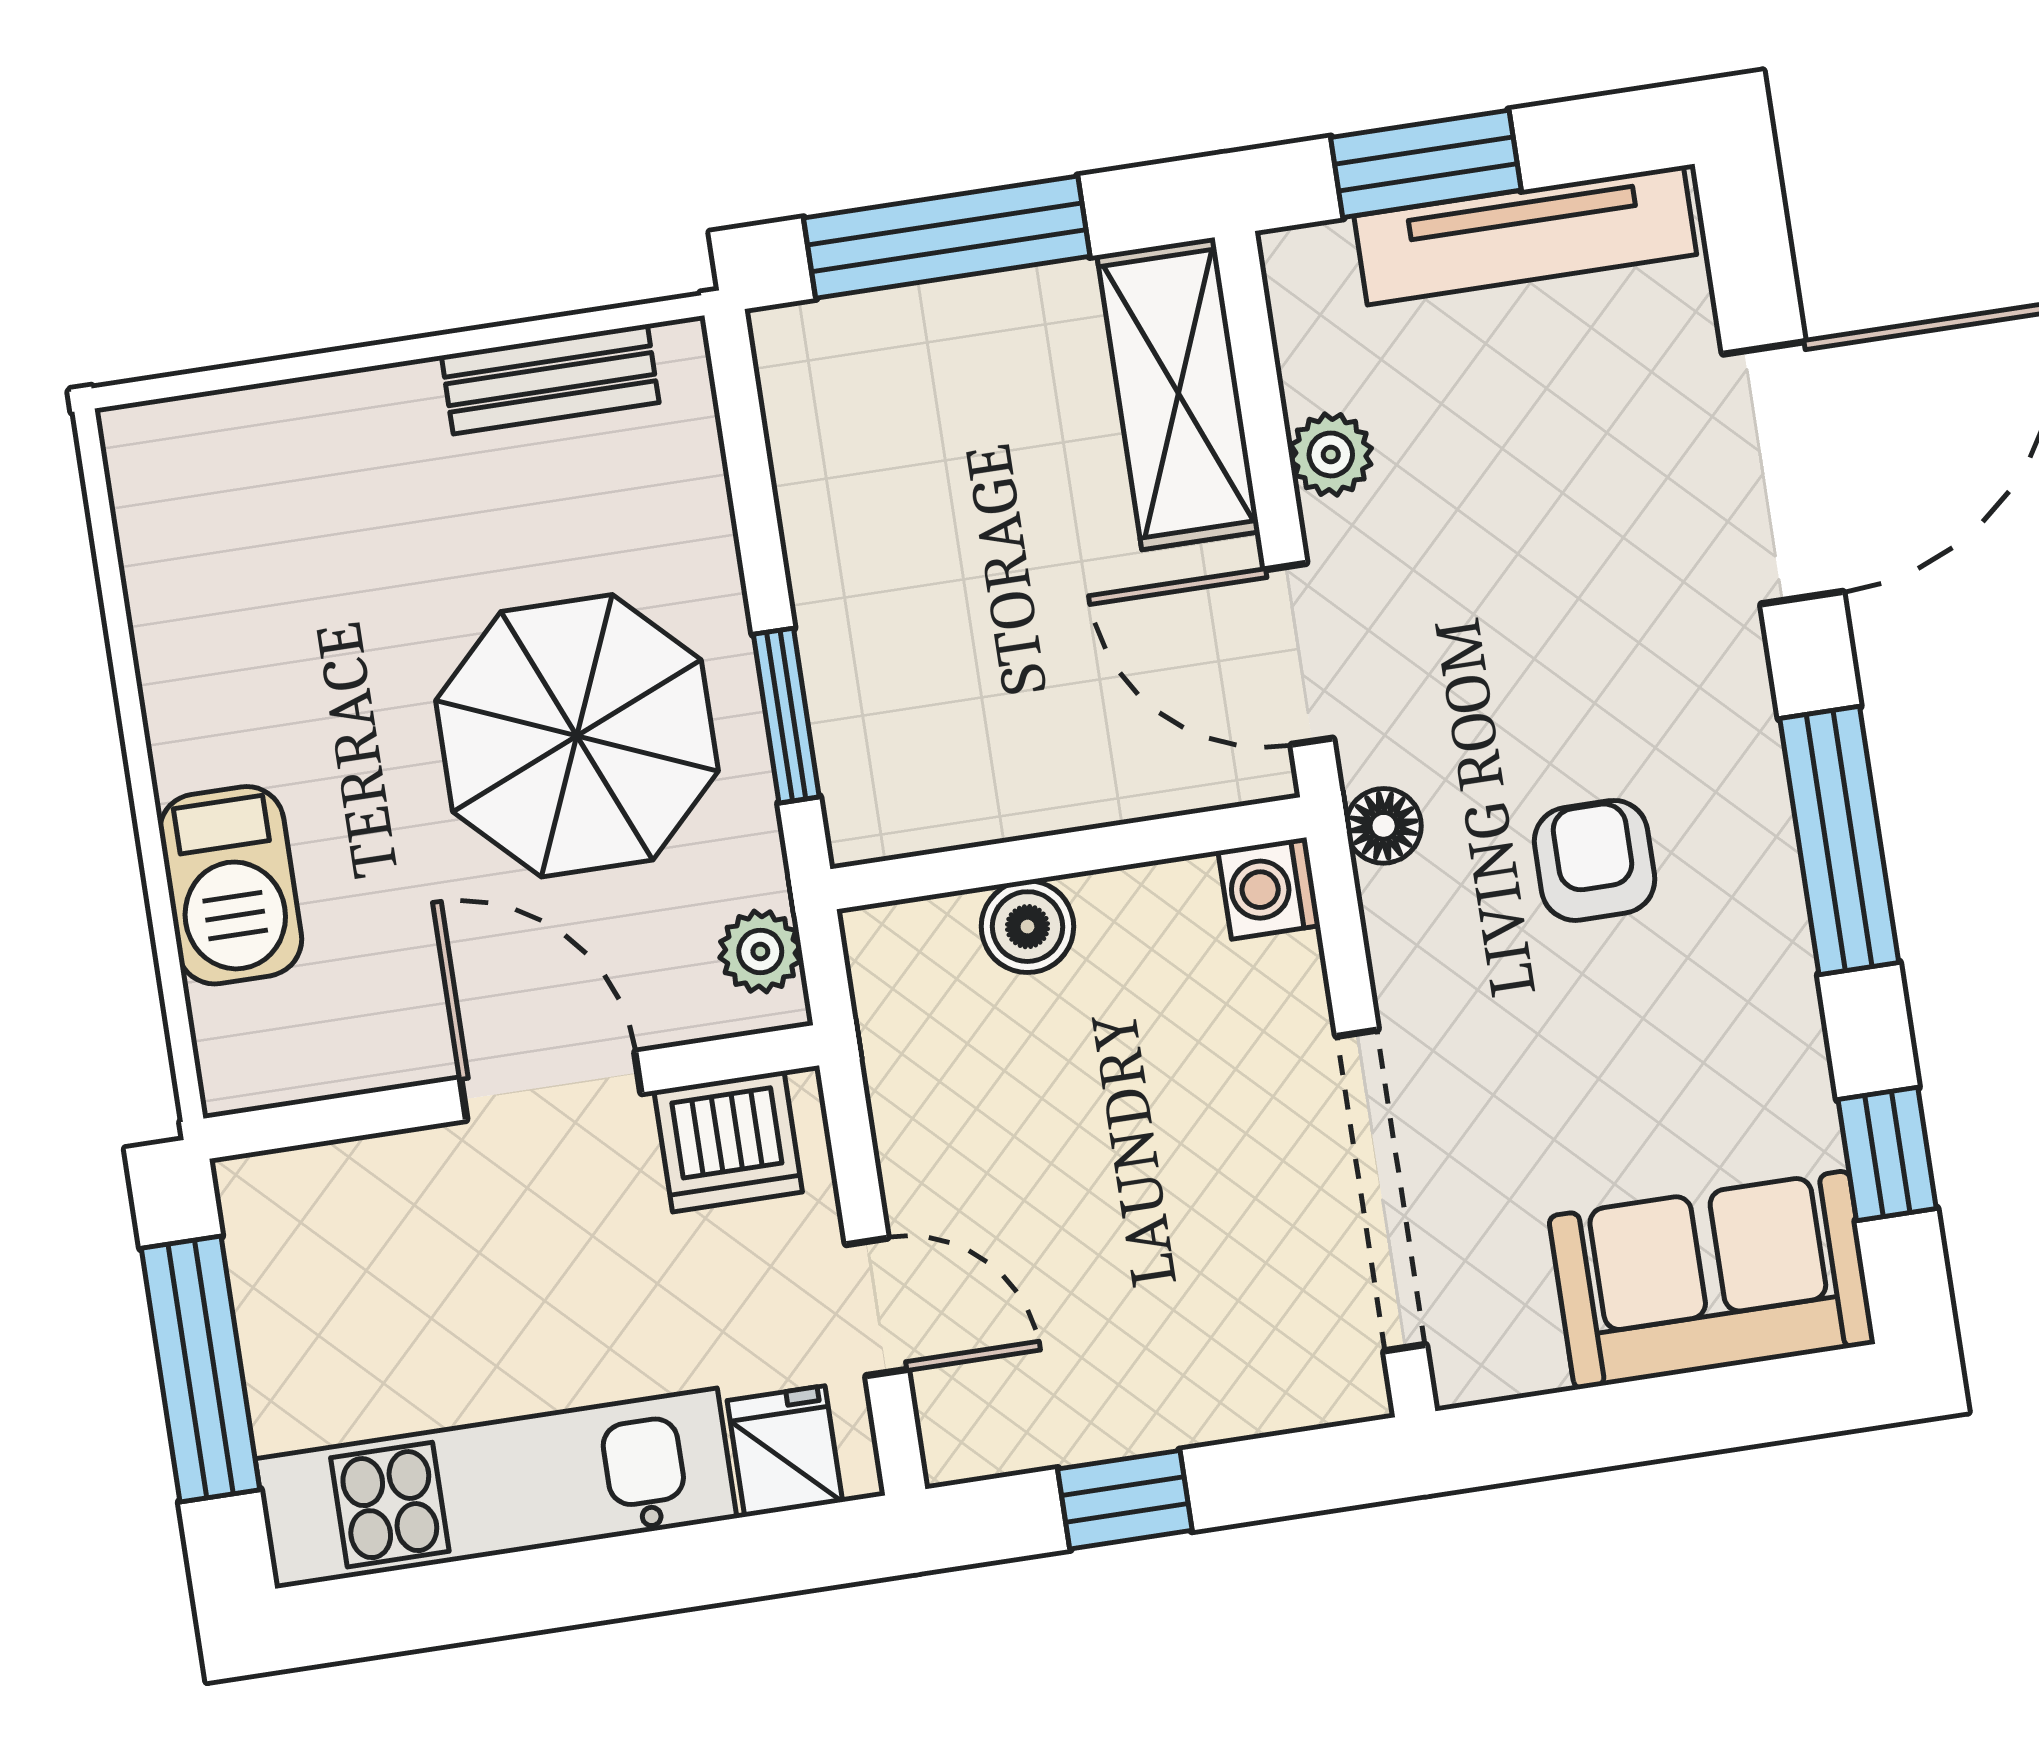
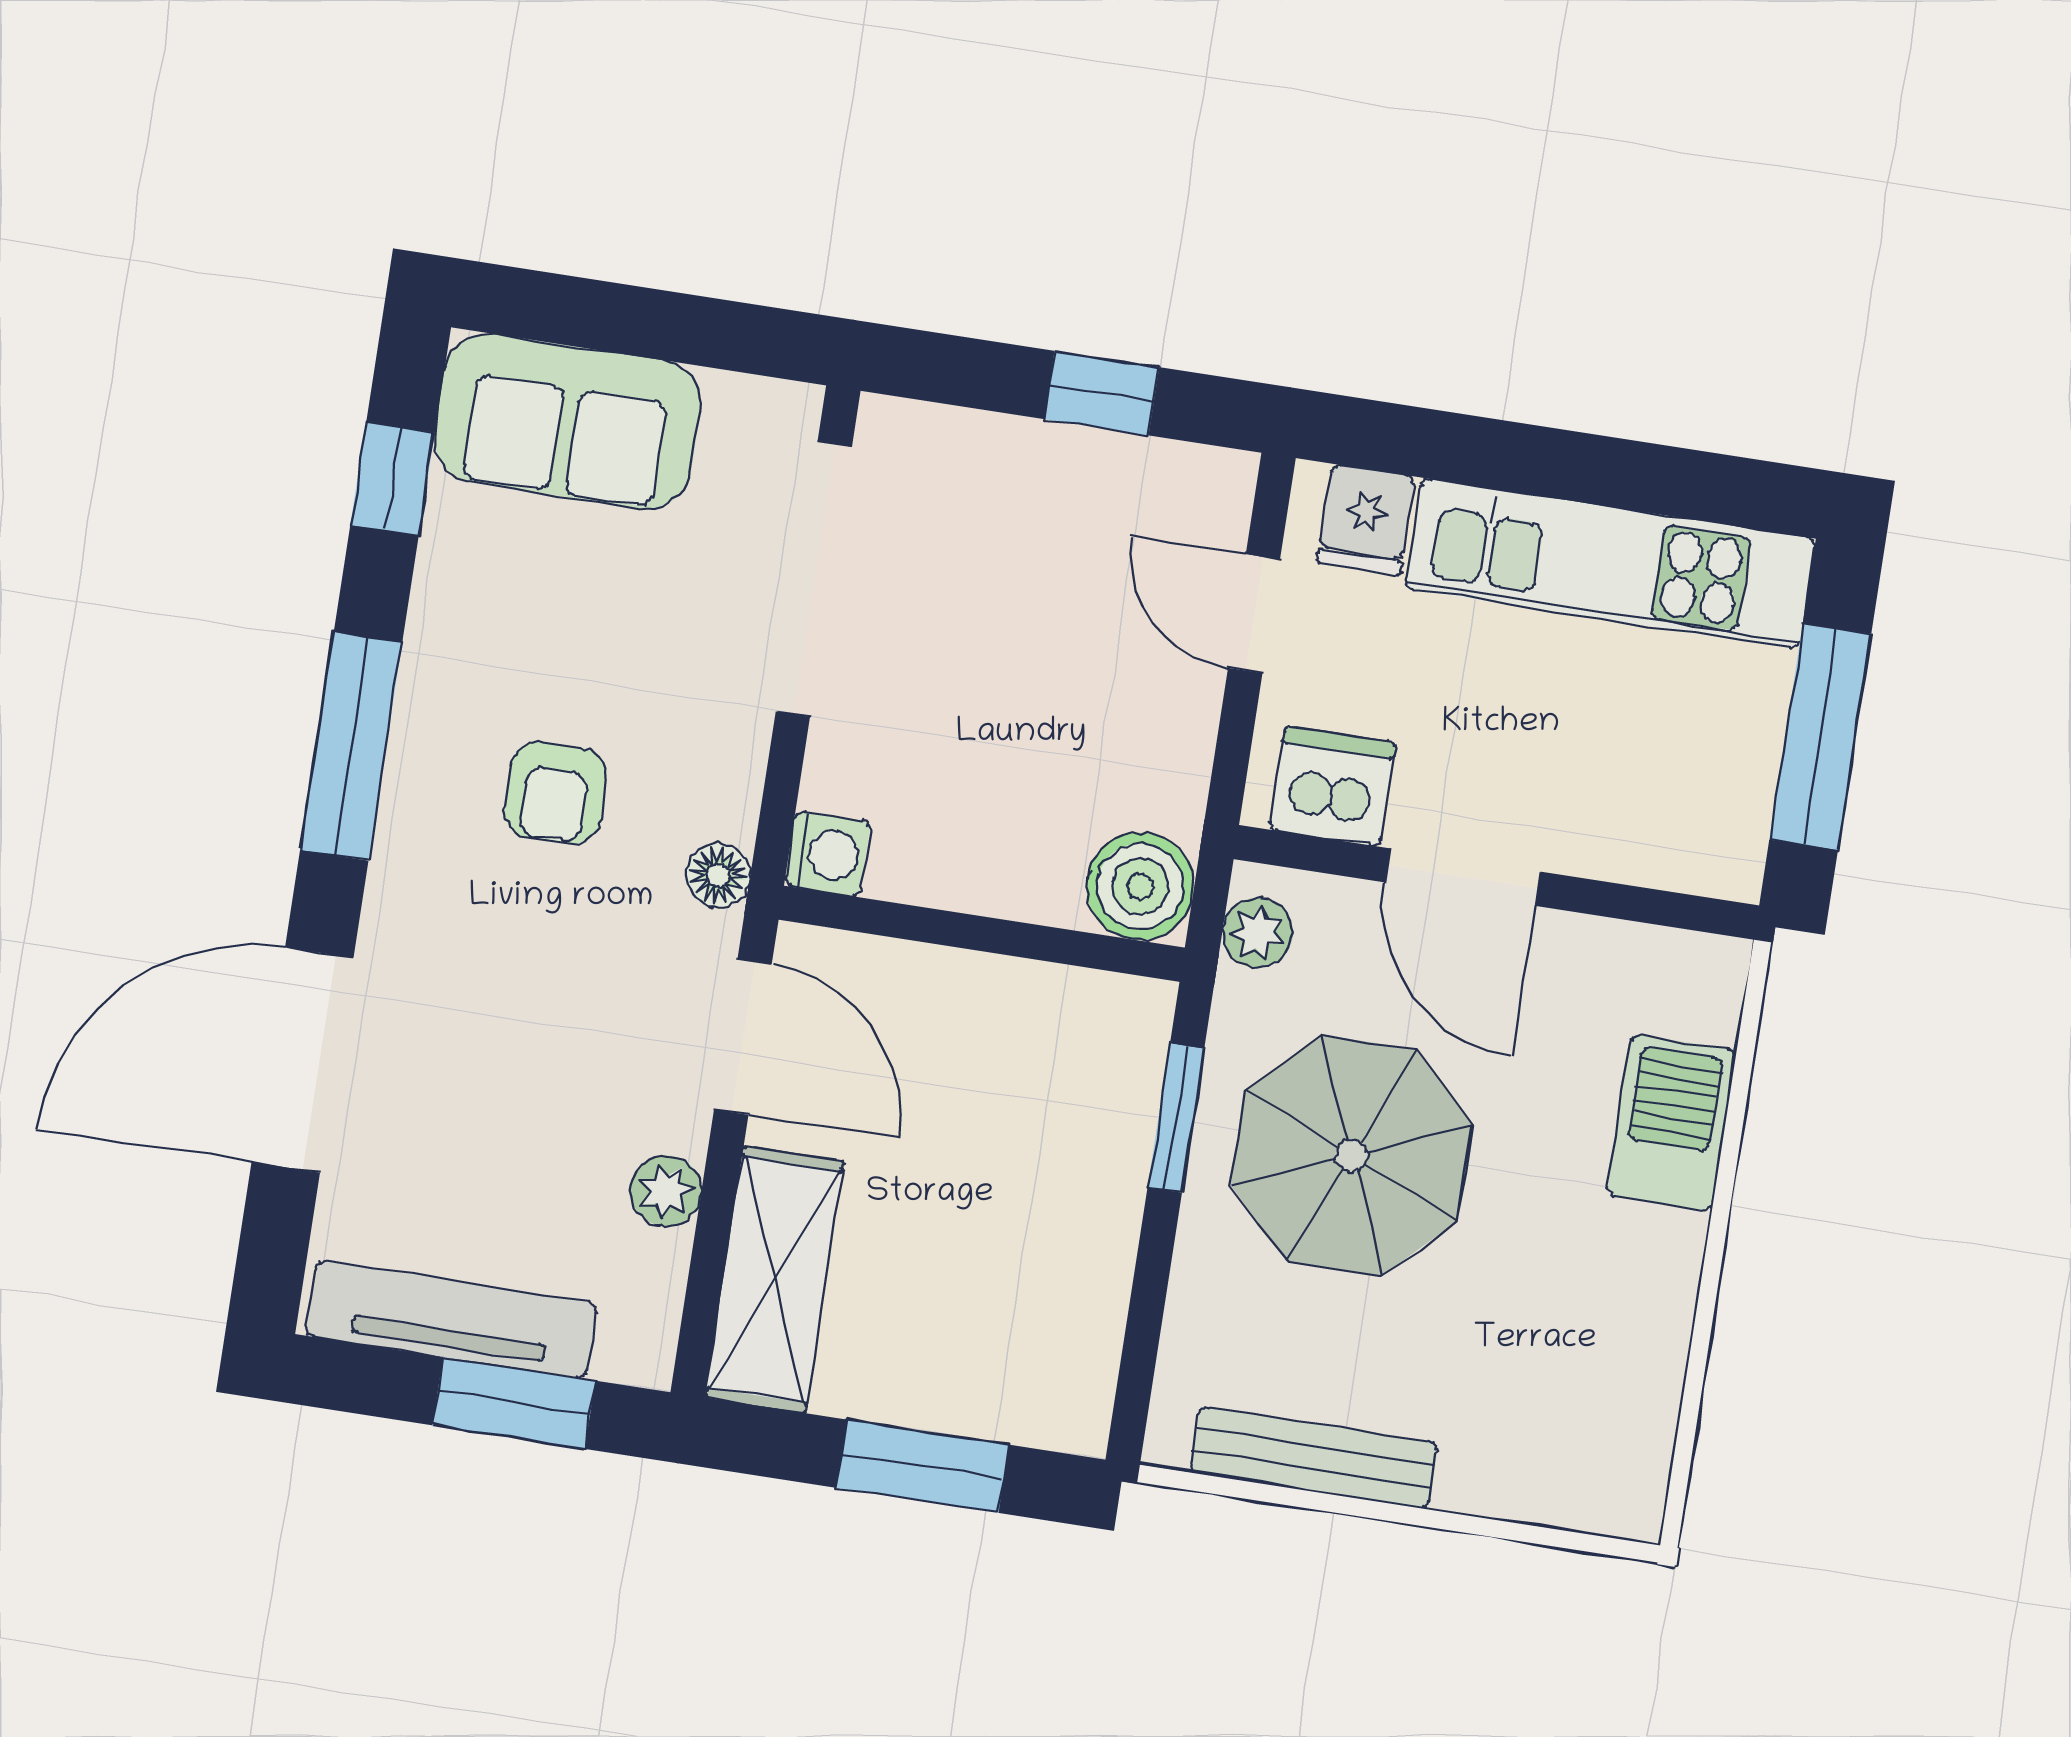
window: (947, 237) -> (923, 1466), width x0.69
bench: (550, 379) -> (1314, 1458), width x1.36
boiler: (1027, 927) -> (1140, 886), moved, width x1.36, depth x1.36

